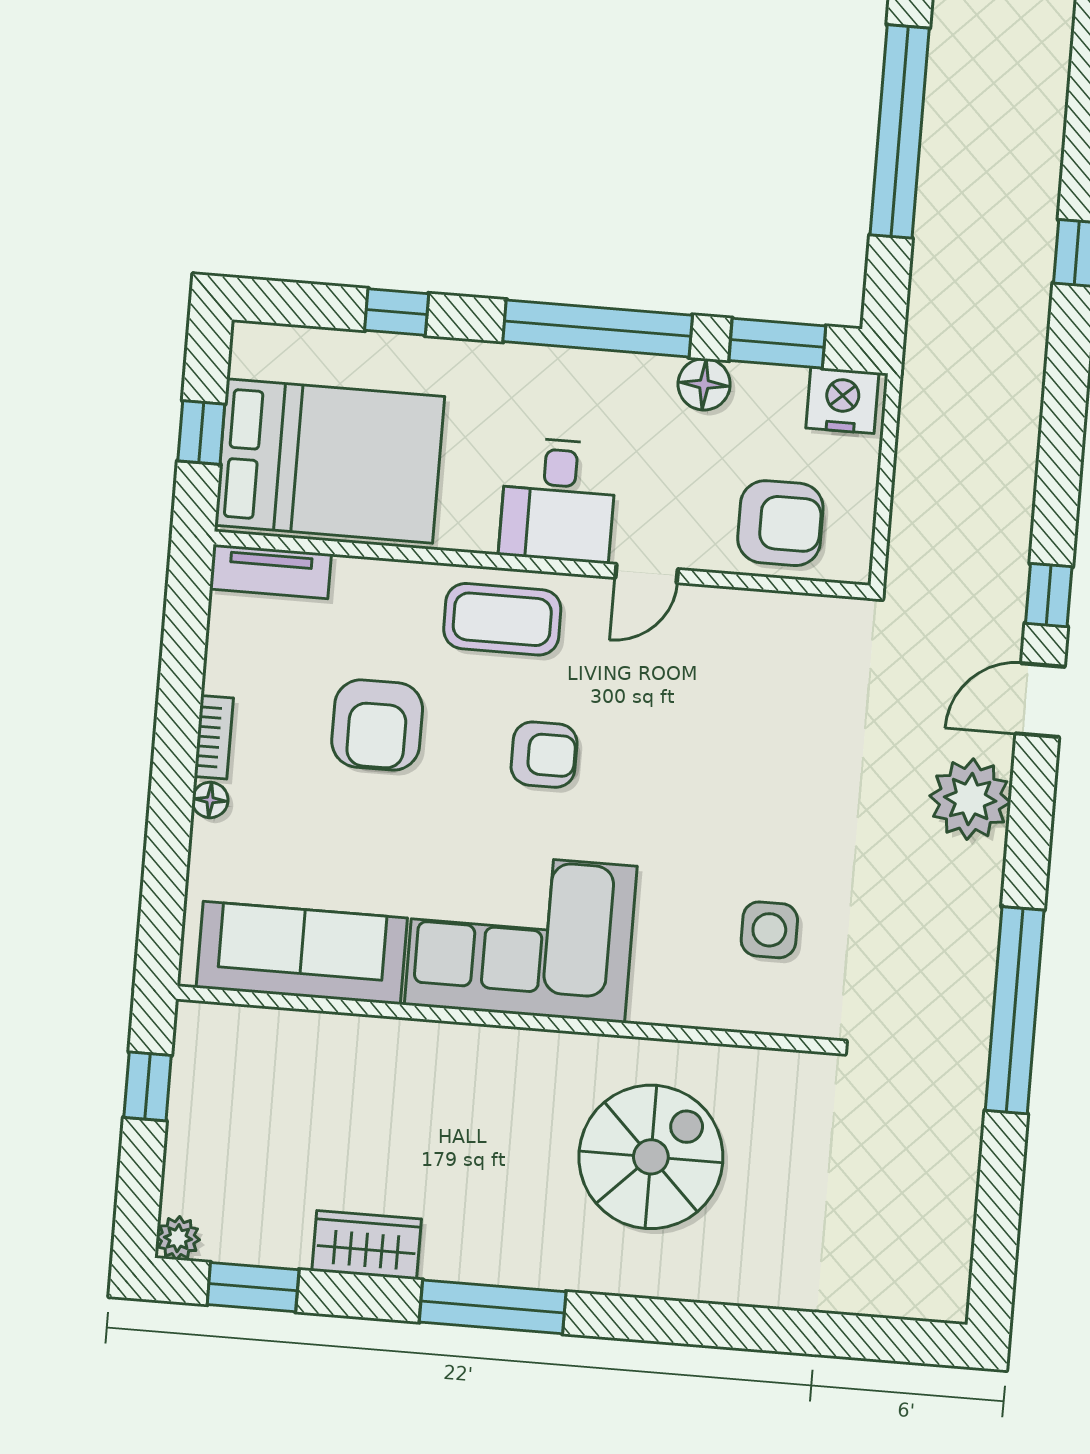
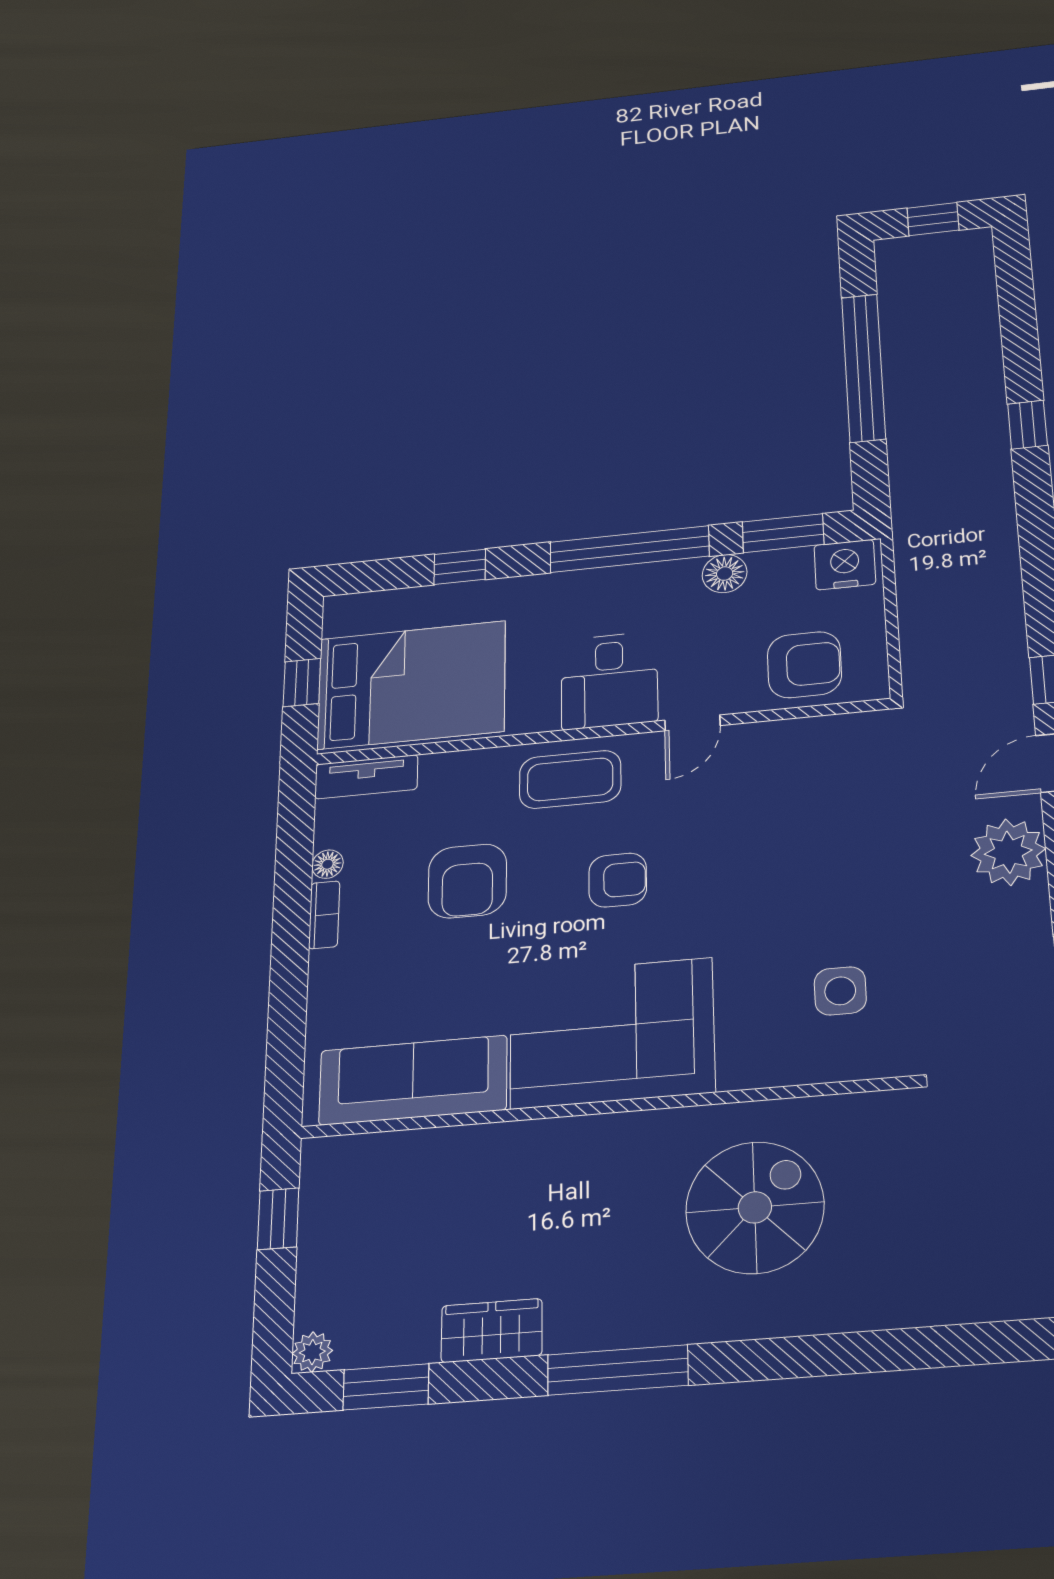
floor lamp: (210, 800) -> (327, 864), moved

